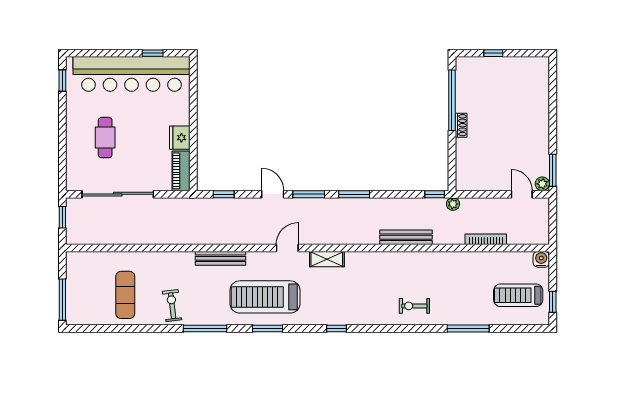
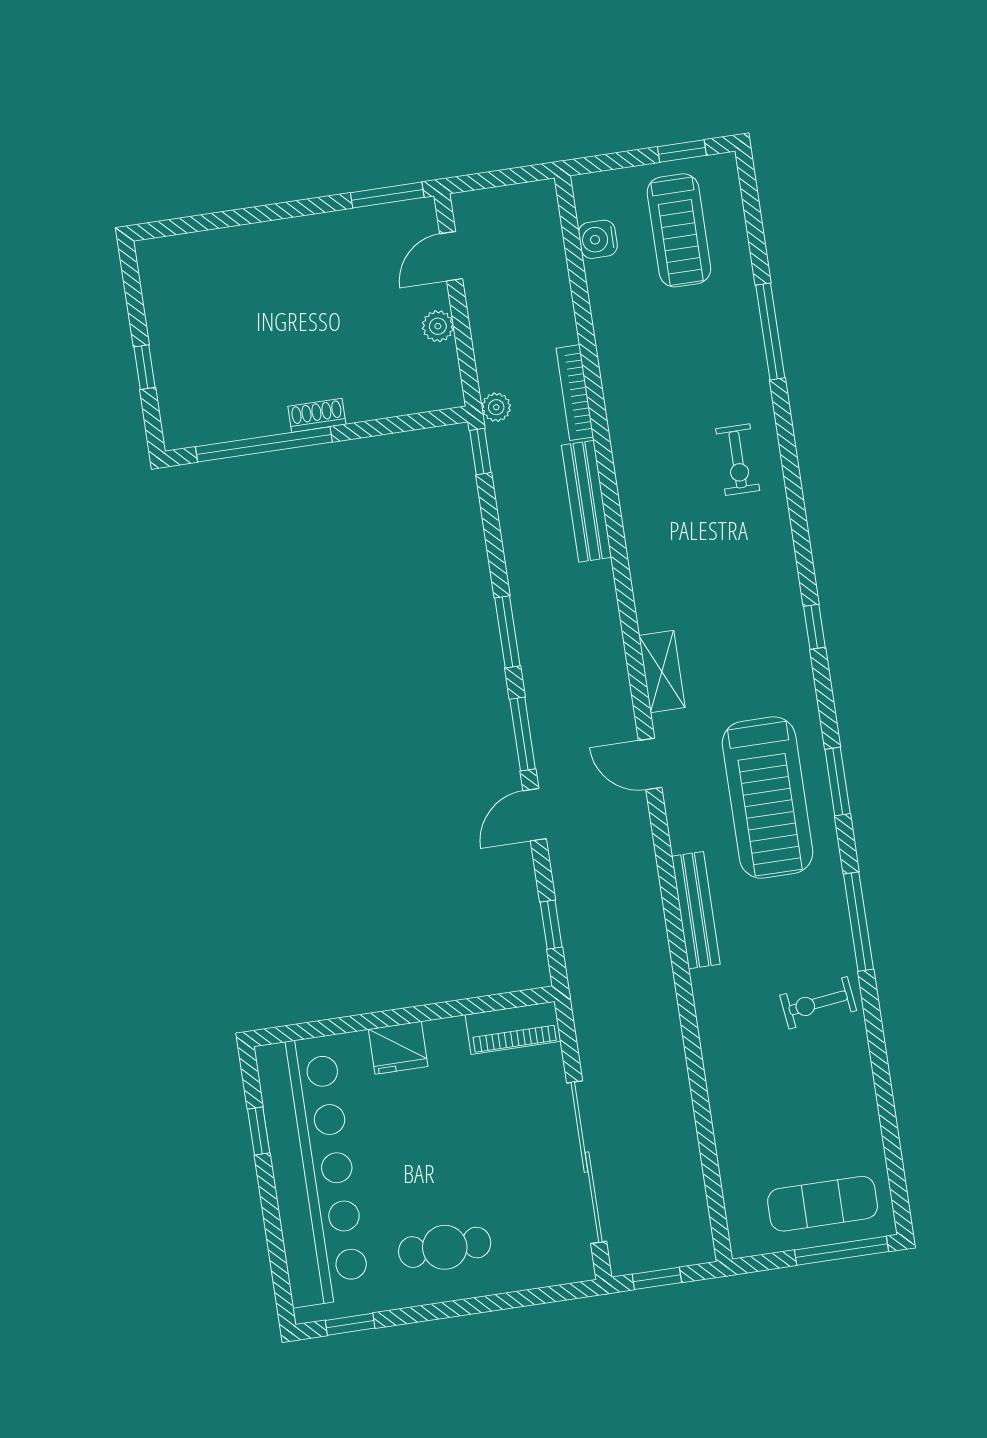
cafe table: (105, 138) -> (445, 1247), moved
fridge: (180, 138) -> (398, 1048), moved
plant: (542, 184) -> (438, 326), moved
bookcase: (486, 239) -> (575, 393), moved
water cooler: (541, 259) -> (598, 239), moved
exercise mat: (125, 295) -> (823, 1204), moved

